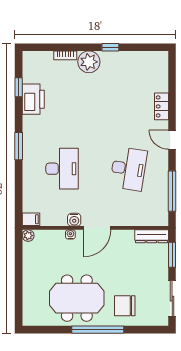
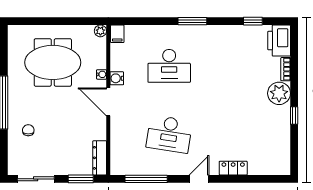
printer: (33, 99) -> (279, 41), moved, turned 90
meeting table: (77, 298) -> (53, 62), moved, turned 90
chair: (125, 306) -> (28, 130), width x0.54, depth x0.54

